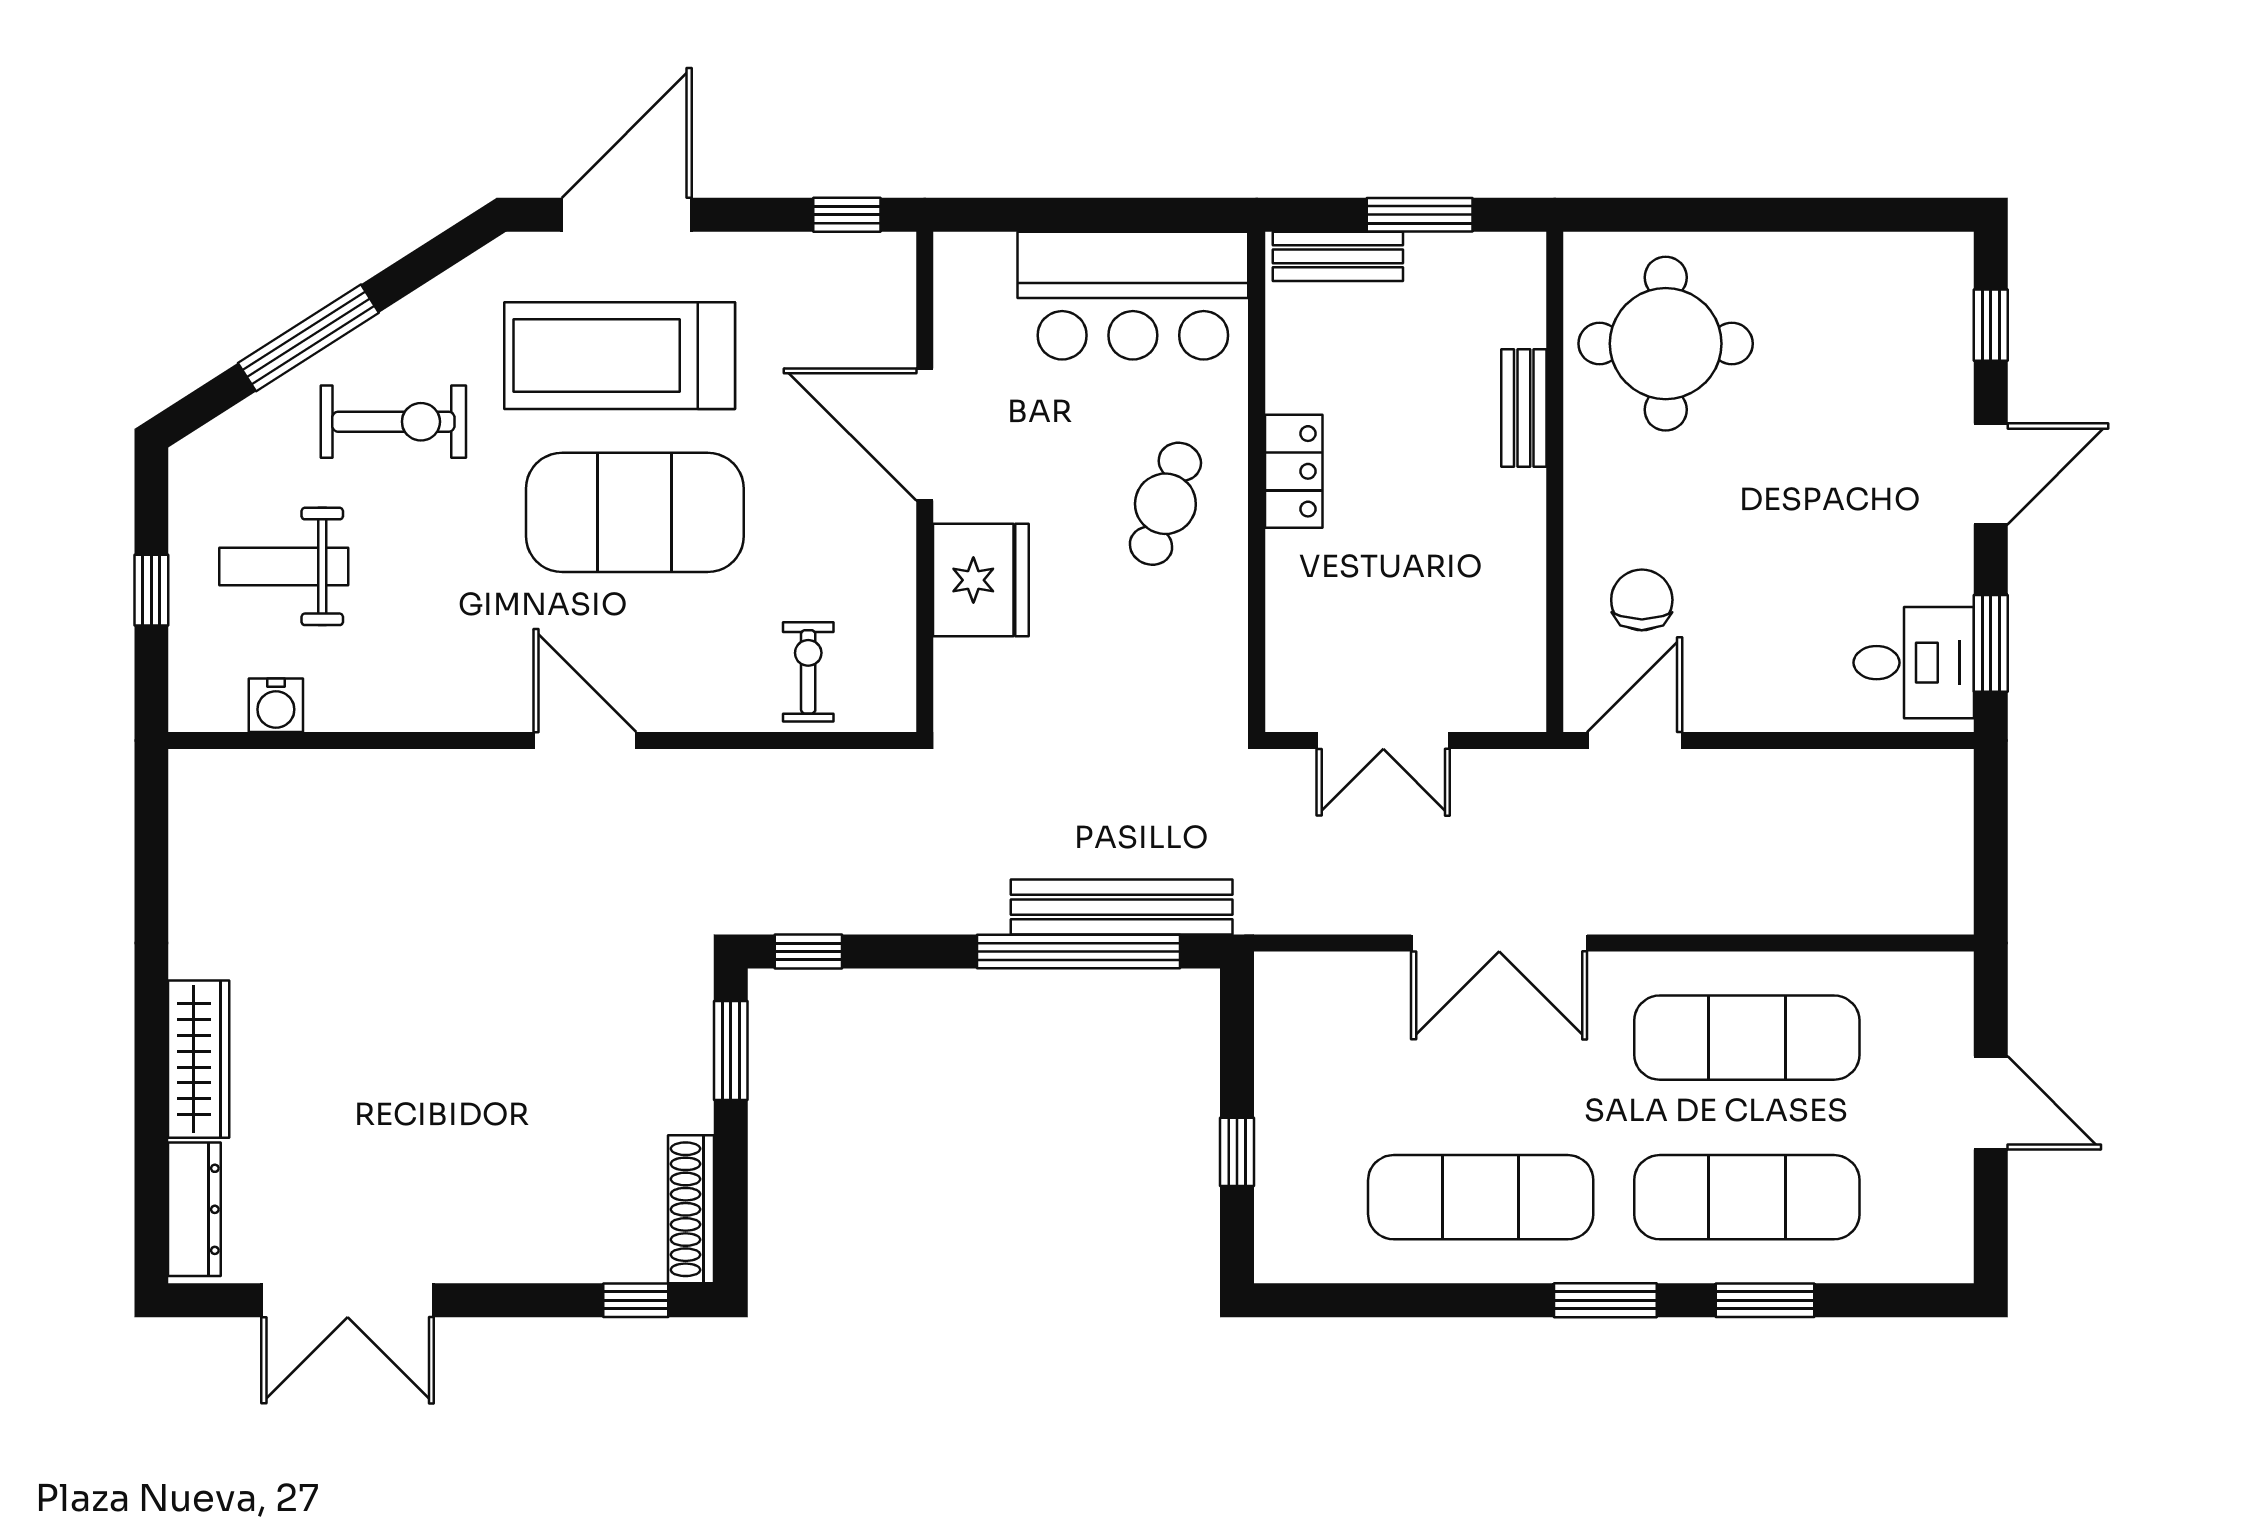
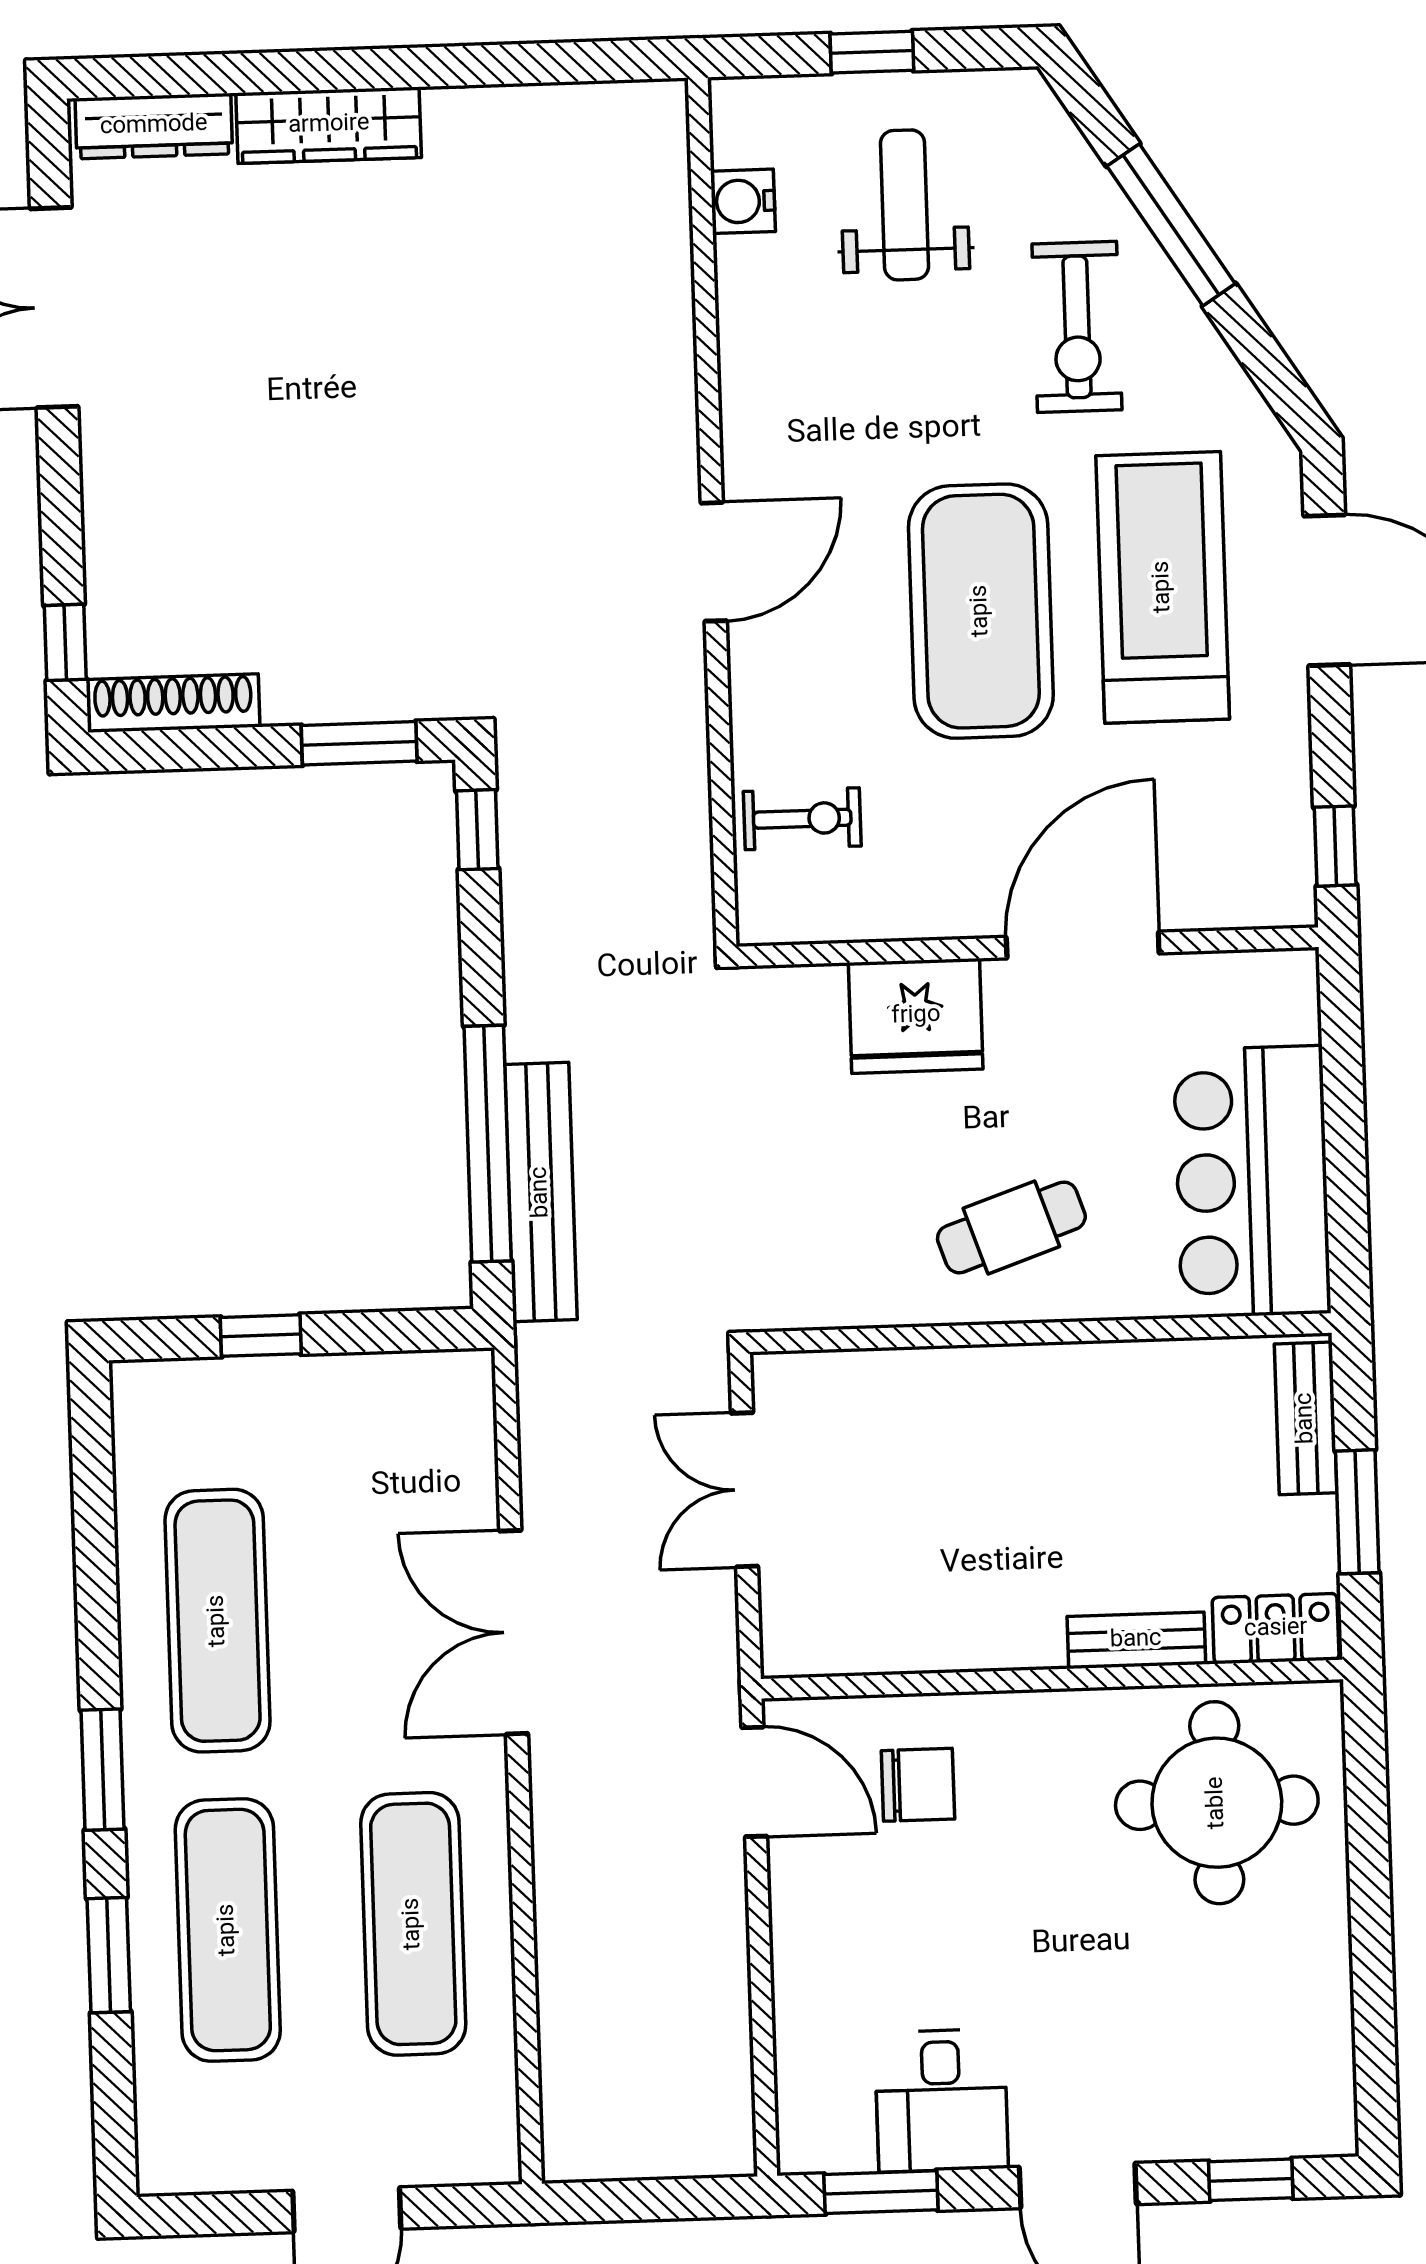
locker: (1294, 471) -> (1276, 1629), moved, turned 180
cafe table: (1165, 504) -> (1011, 1227), turned -38
desk: (1914, 663) -> (941, 2100), moved

